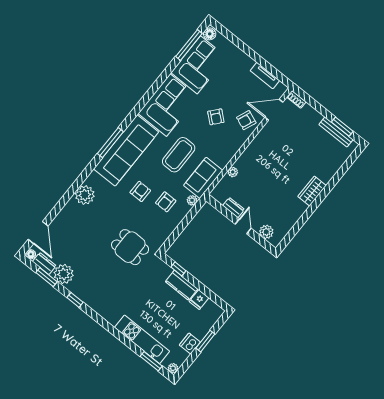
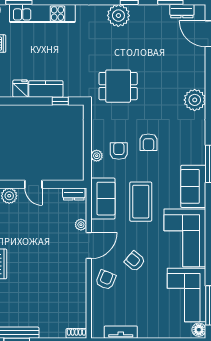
door: (274, 110) -> (89, 246), moved
sofa: (126, 150) -> (193, 186), width x0.54, depth x0.79
plant: (192, 200) -> (97, 156), moved
dresser: (234, 208) -> (74, 194), moved
floor lamp: (31, 254) -> (200, 10), removed
plant: (64, 274) -> (118, 16), moved

